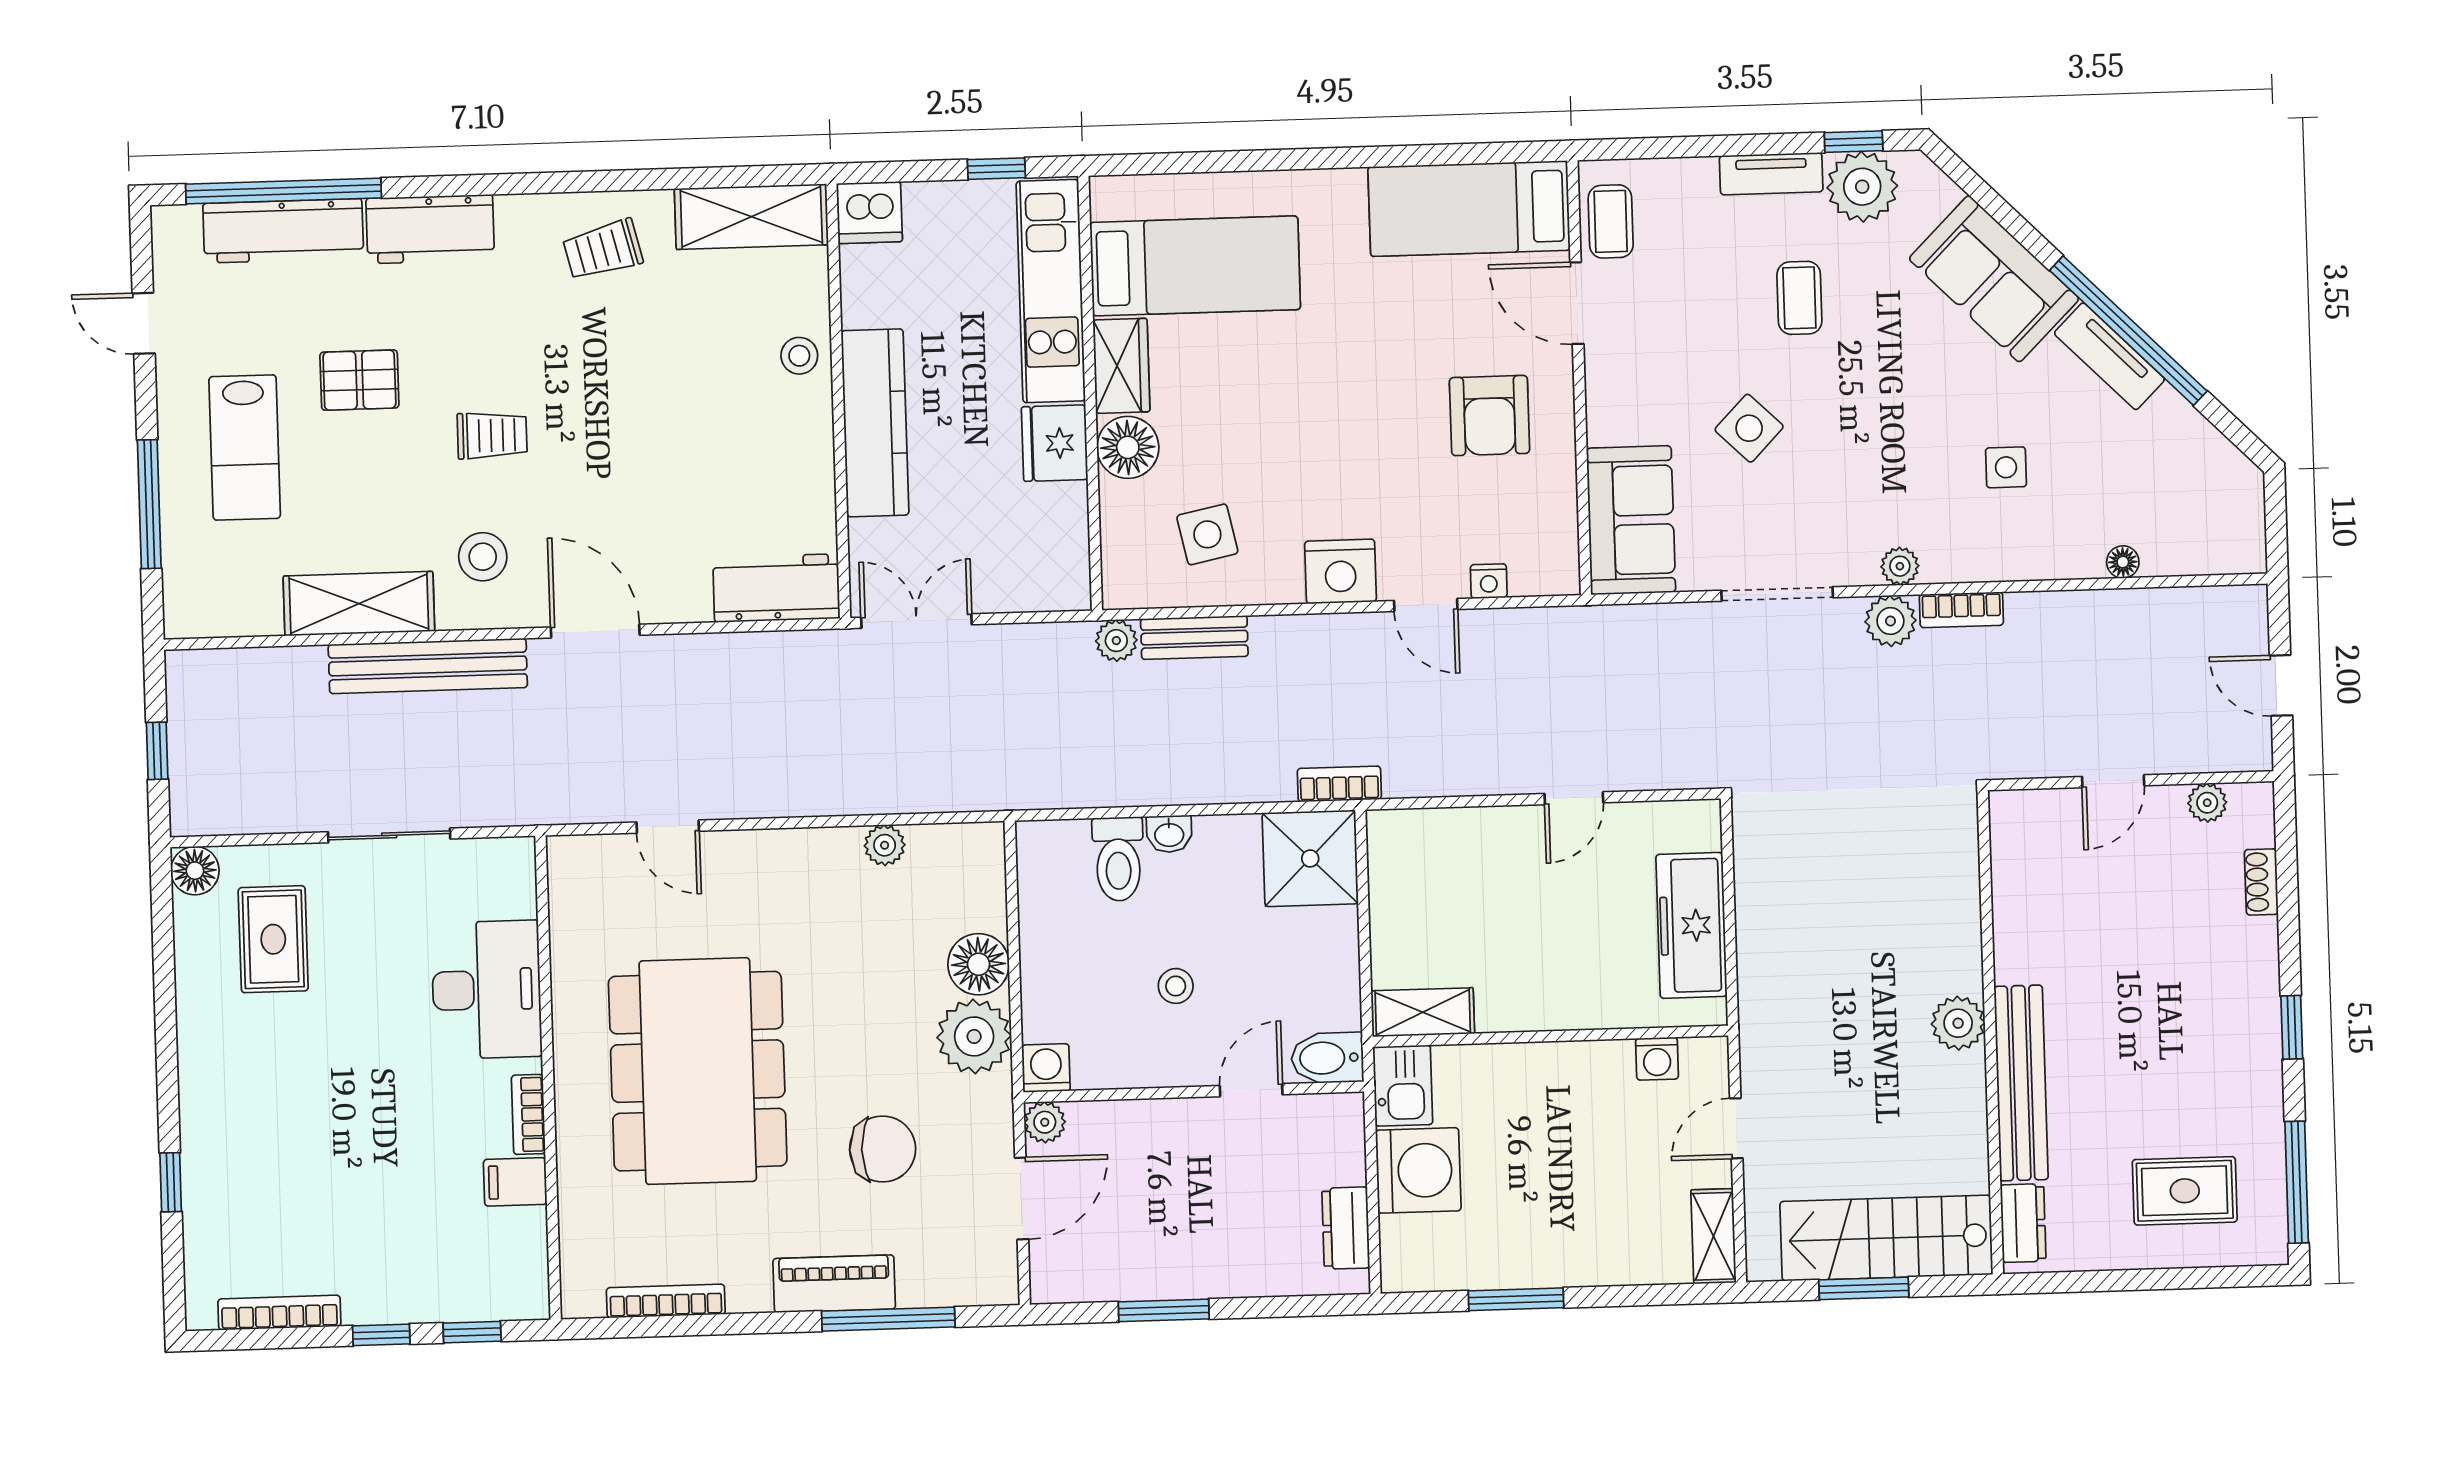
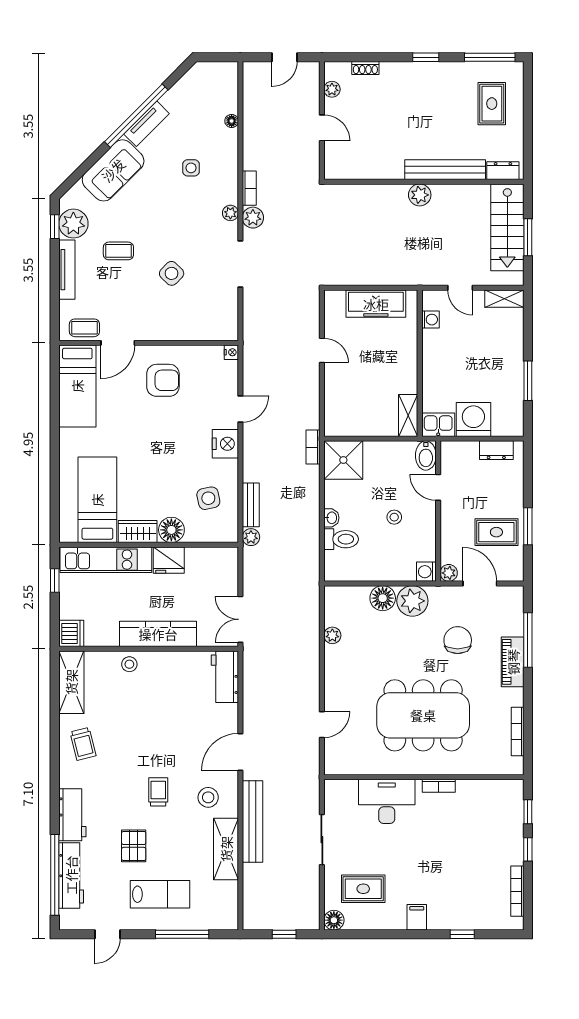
tv unit: (1771, 174) -> (67, 270), width x1.41
sofa: (1631, 520) -> (208, 323), removed
nightstand: (1489, 581) -> (231, 352), moved
filing cabinet: (515, 1182) -> (417, 917), moved, turned 180
rug: (1147, 1235) -> (496, 532), added

